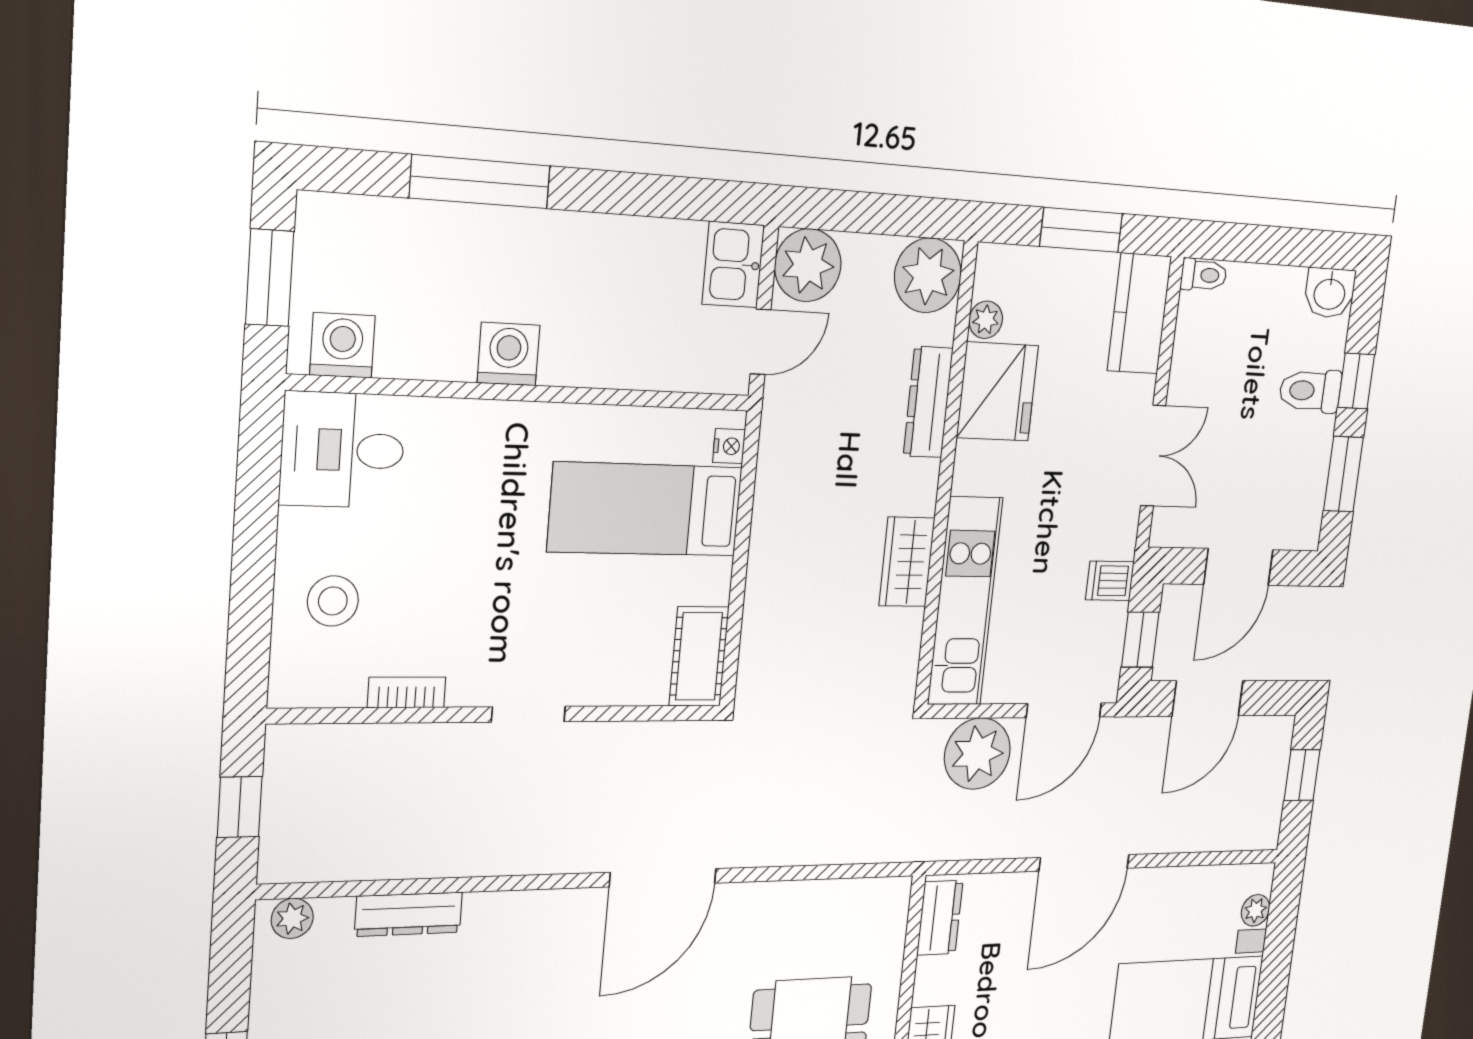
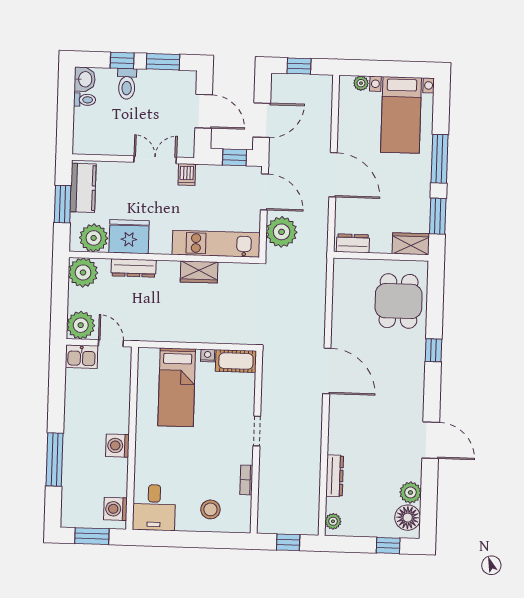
toilet: (1204, 275) -> (85, 100), moved, turned 90
kitchen counter: (1139, 313) -> (83, 188), moved, turned -90
plant: (986, 320) -> (94, 238), width x1.87, depth x1.87
nightstand: (729, 446) -> (208, 355), moved
dishwasher: (1110, 581) -> (187, 174), moved
door: (1208, 698) -> (262, 120), hinge flipped

